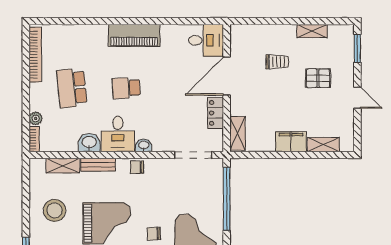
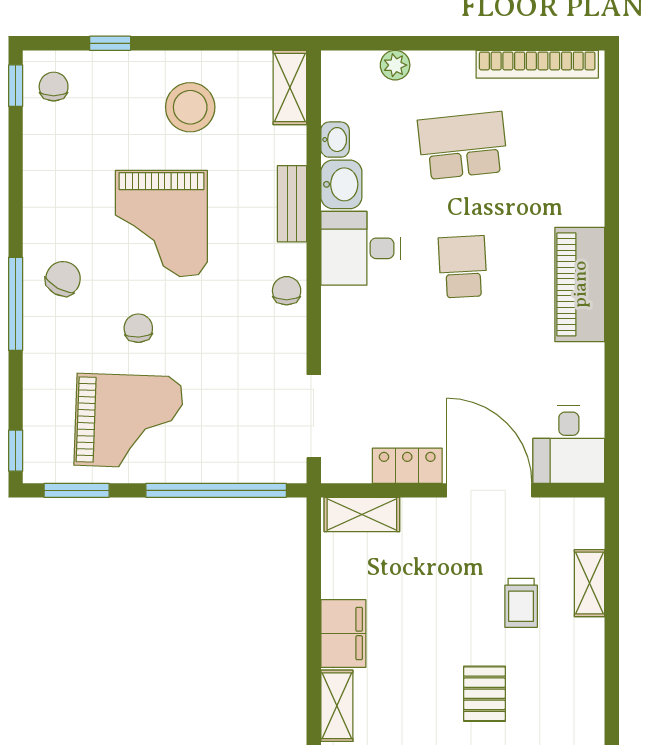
shelving: (312, 31) -> (590, 583), moved
bookcase: (34, 139) -> (349, 62), removed
washbasin: (144, 145) -> (335, 140), moved
shelving: (63, 166) -> (290, 88), moved

